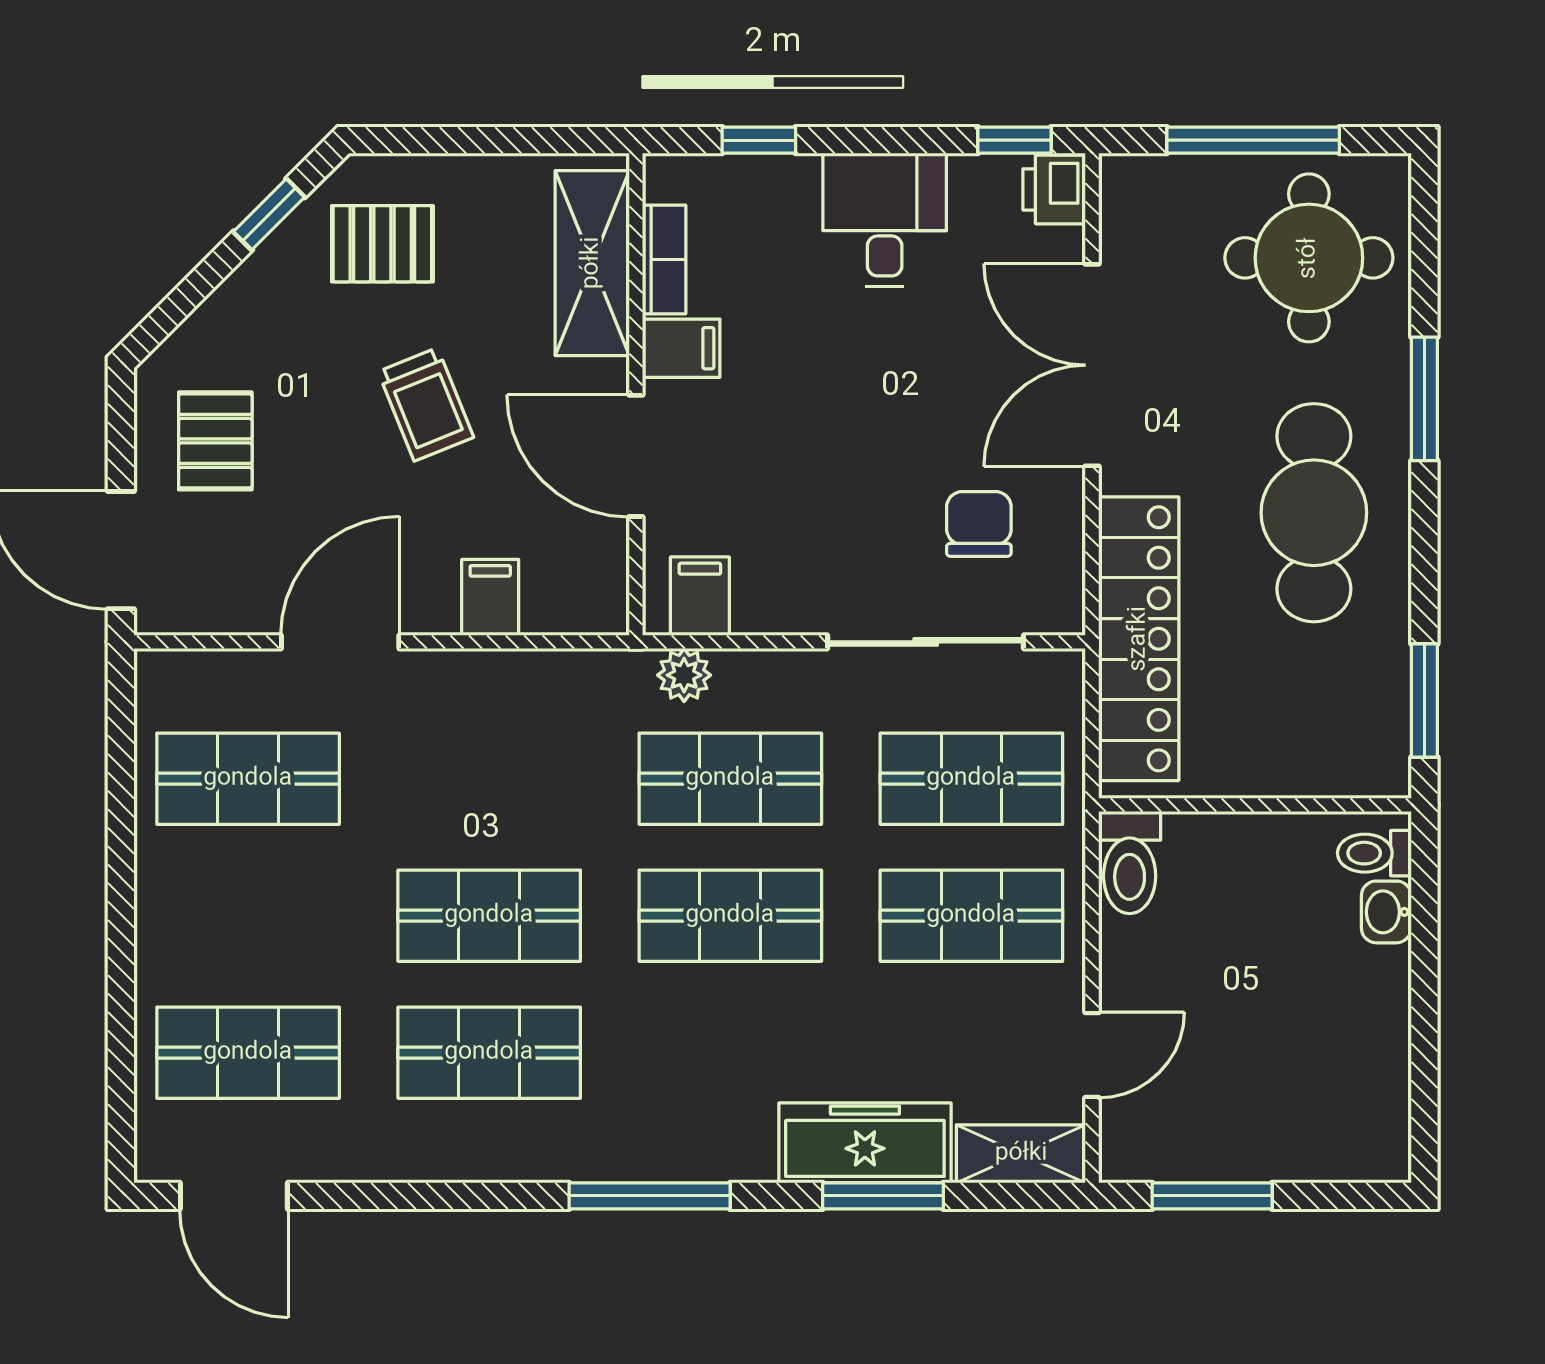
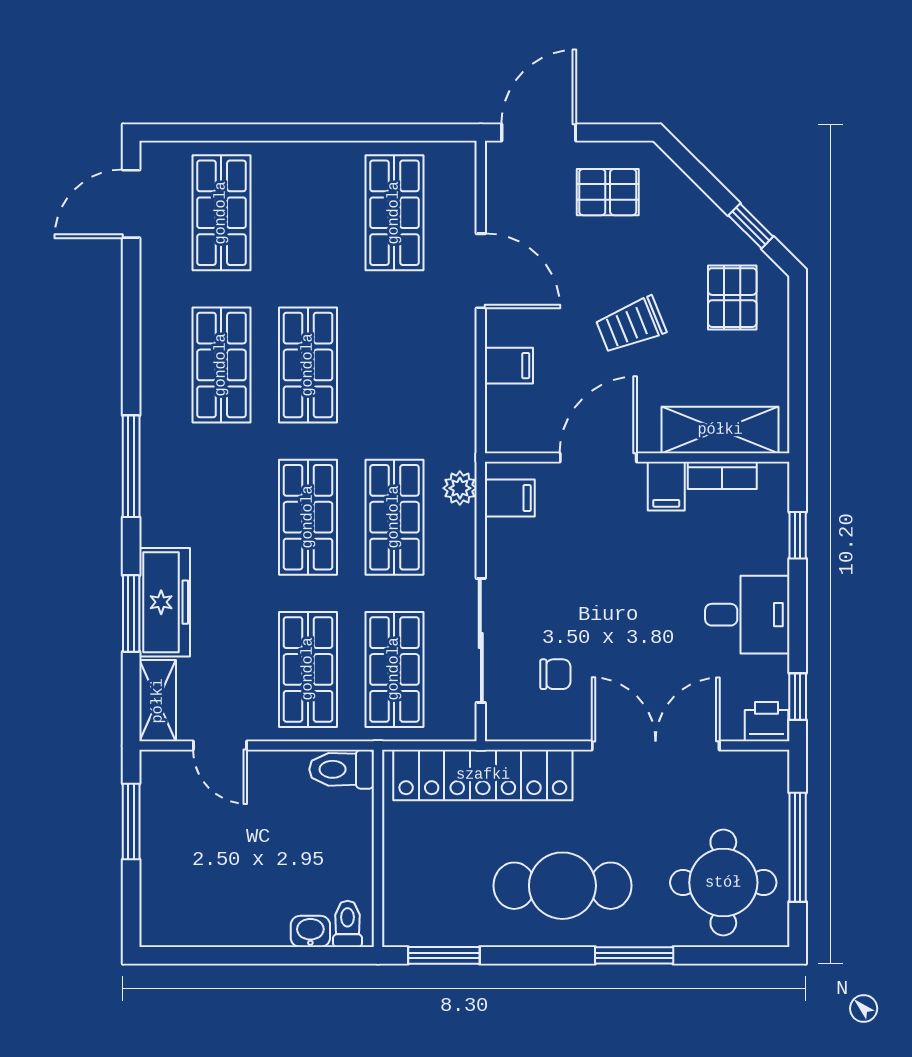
chair: (979, 524) -> (555, 674), width x0.73, depth x0.73

